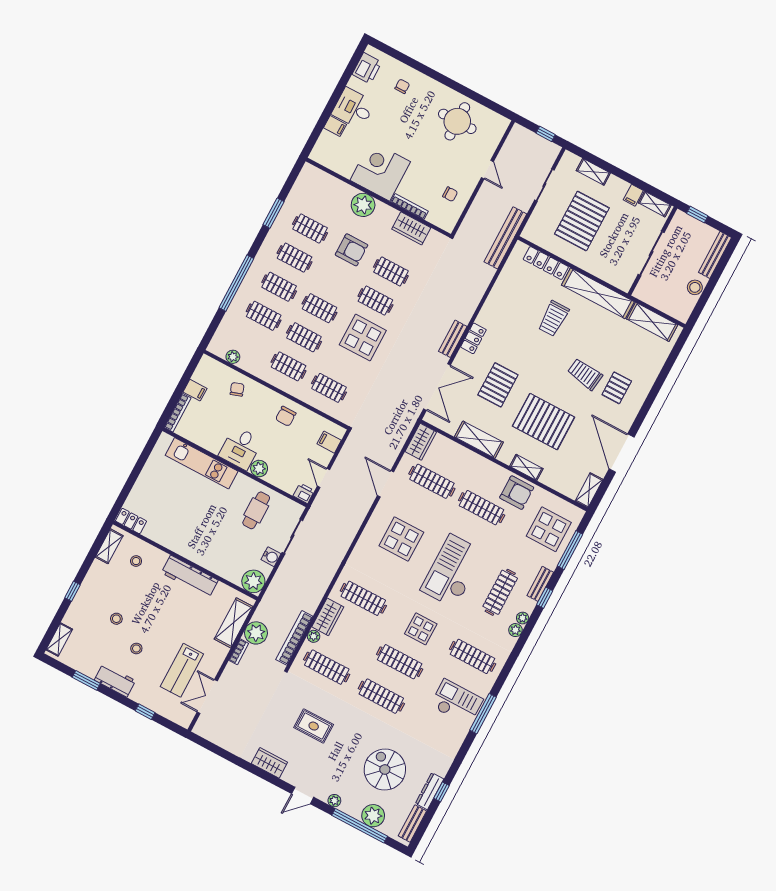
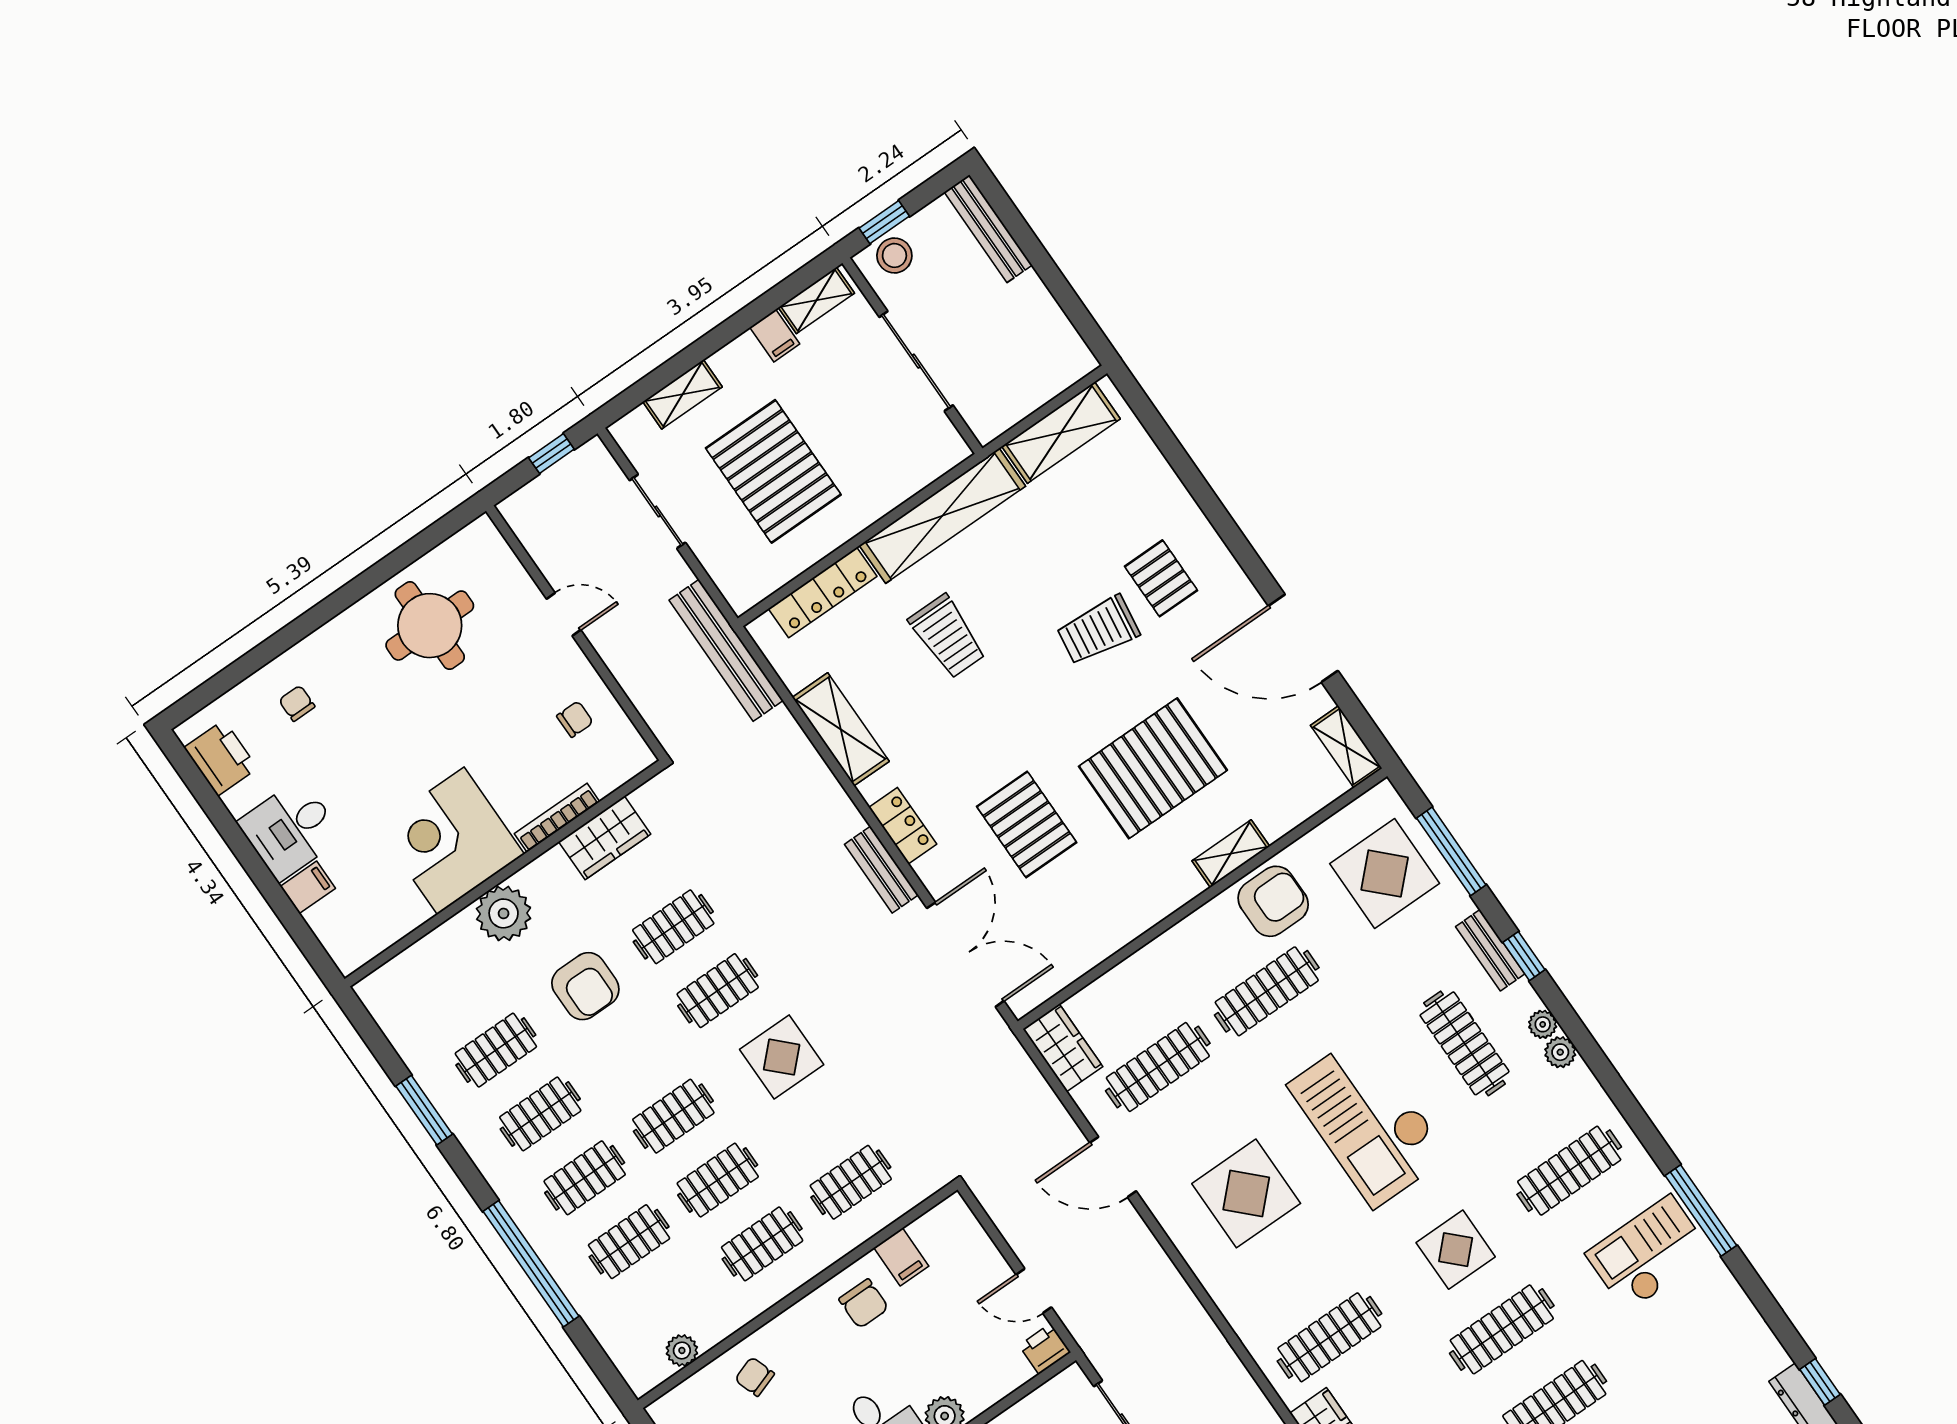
armchair: (352, 250) -> (585, 986), turned 90
stool: (695, 287) -> (894, 255), moved
display table: (363, 338) -> (782, 1057), width x0.73, depth x0.73
shelving: (479, 440) -> (841, 729), moved, turned 90
filing cabinet: (329, 442) -> (901, 1257), moved, turned -90

